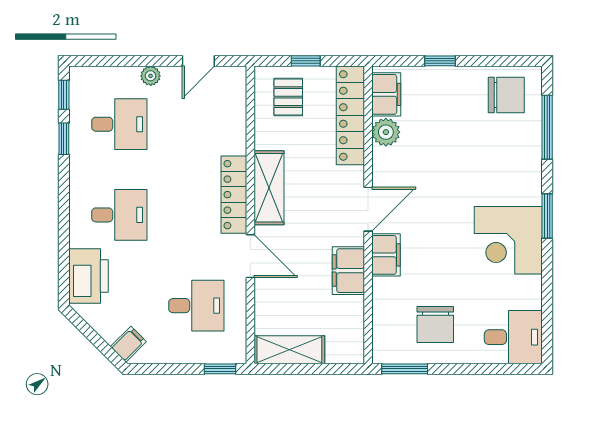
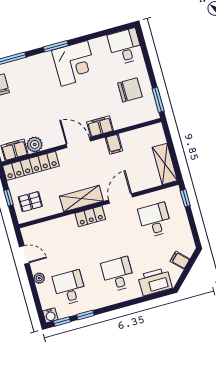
water cooler: (80, 77) -> (50, 315), added
locker: (234, 195) -> (90, 216), width x0.66
filing cabinet: (348, 271) -> (114, 144), width x0.50
filing cabinet: (128, 344) -> (180, 260), moved

